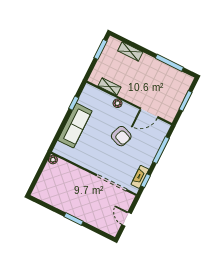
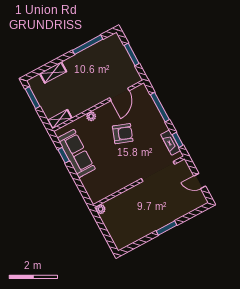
shelving: (109, 87) -> (60, 119), moved
sofa: (75, 126) -> (76, 154), moved

